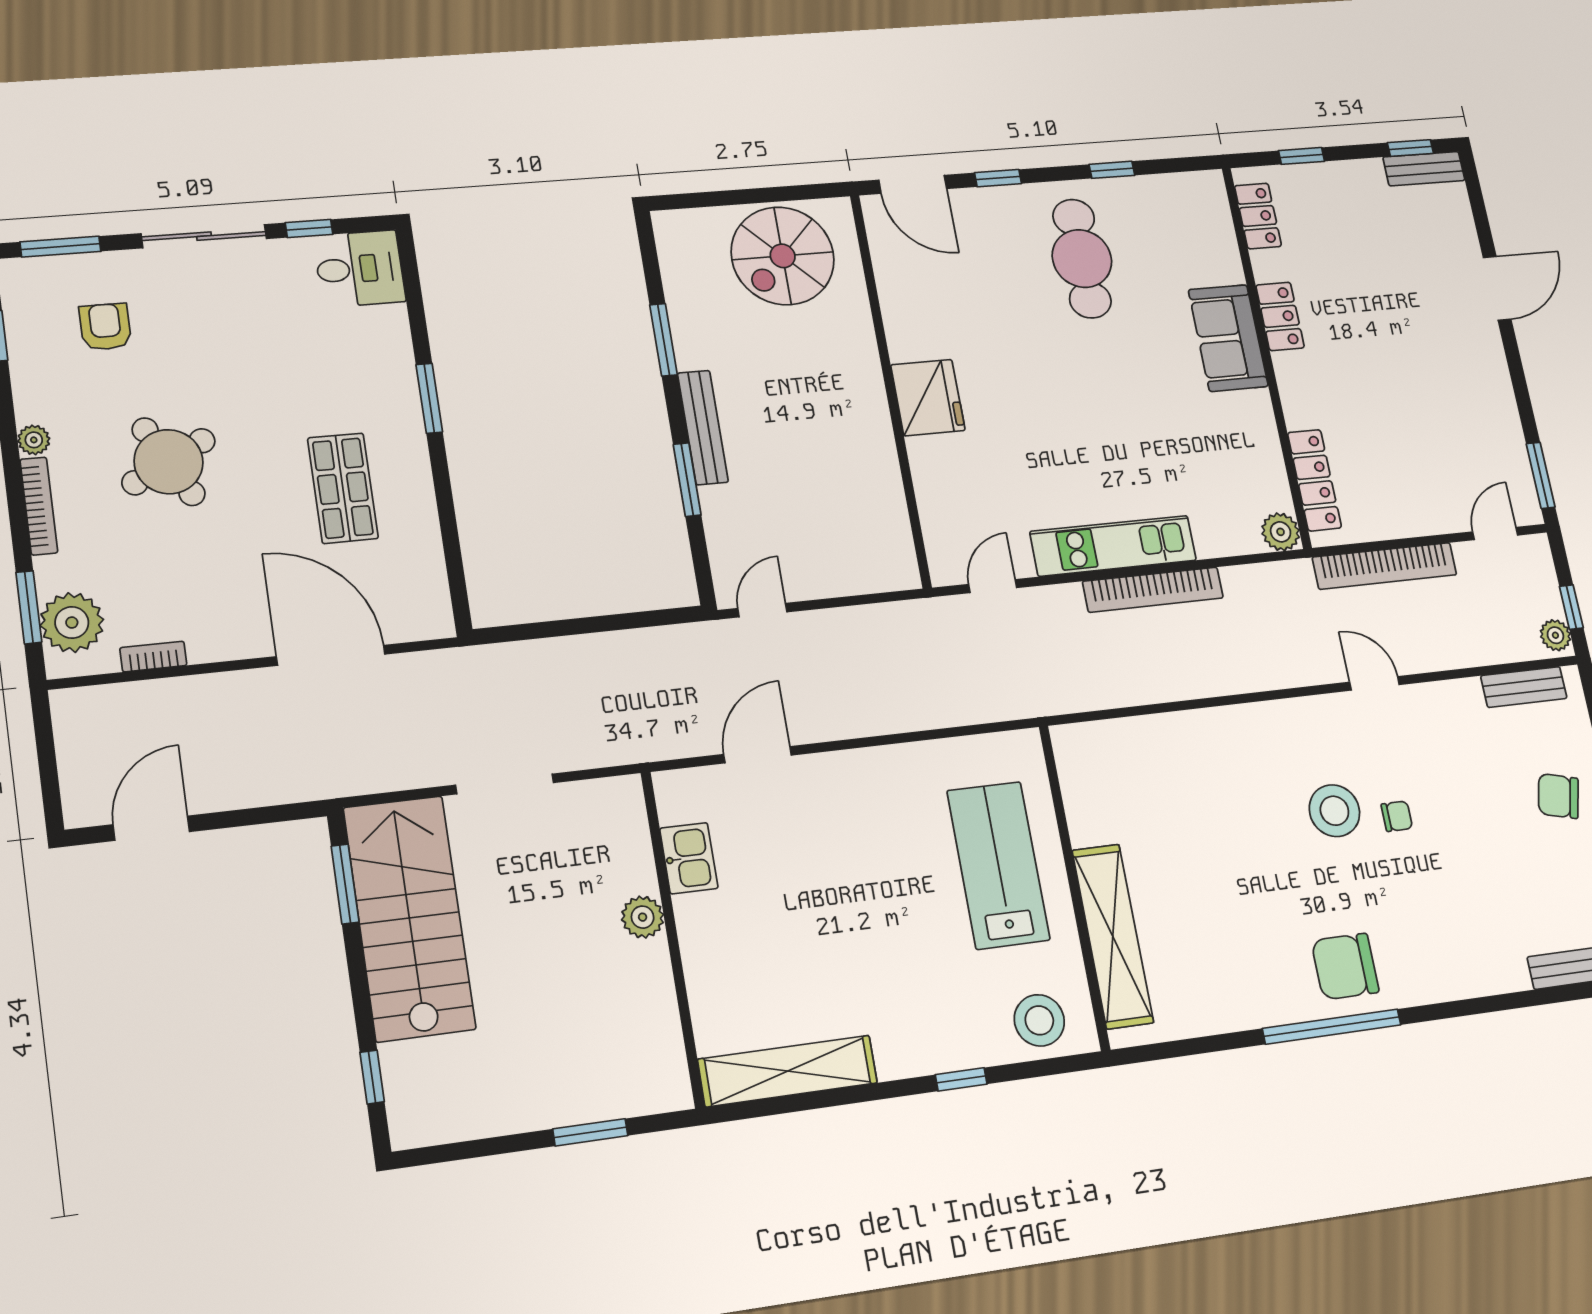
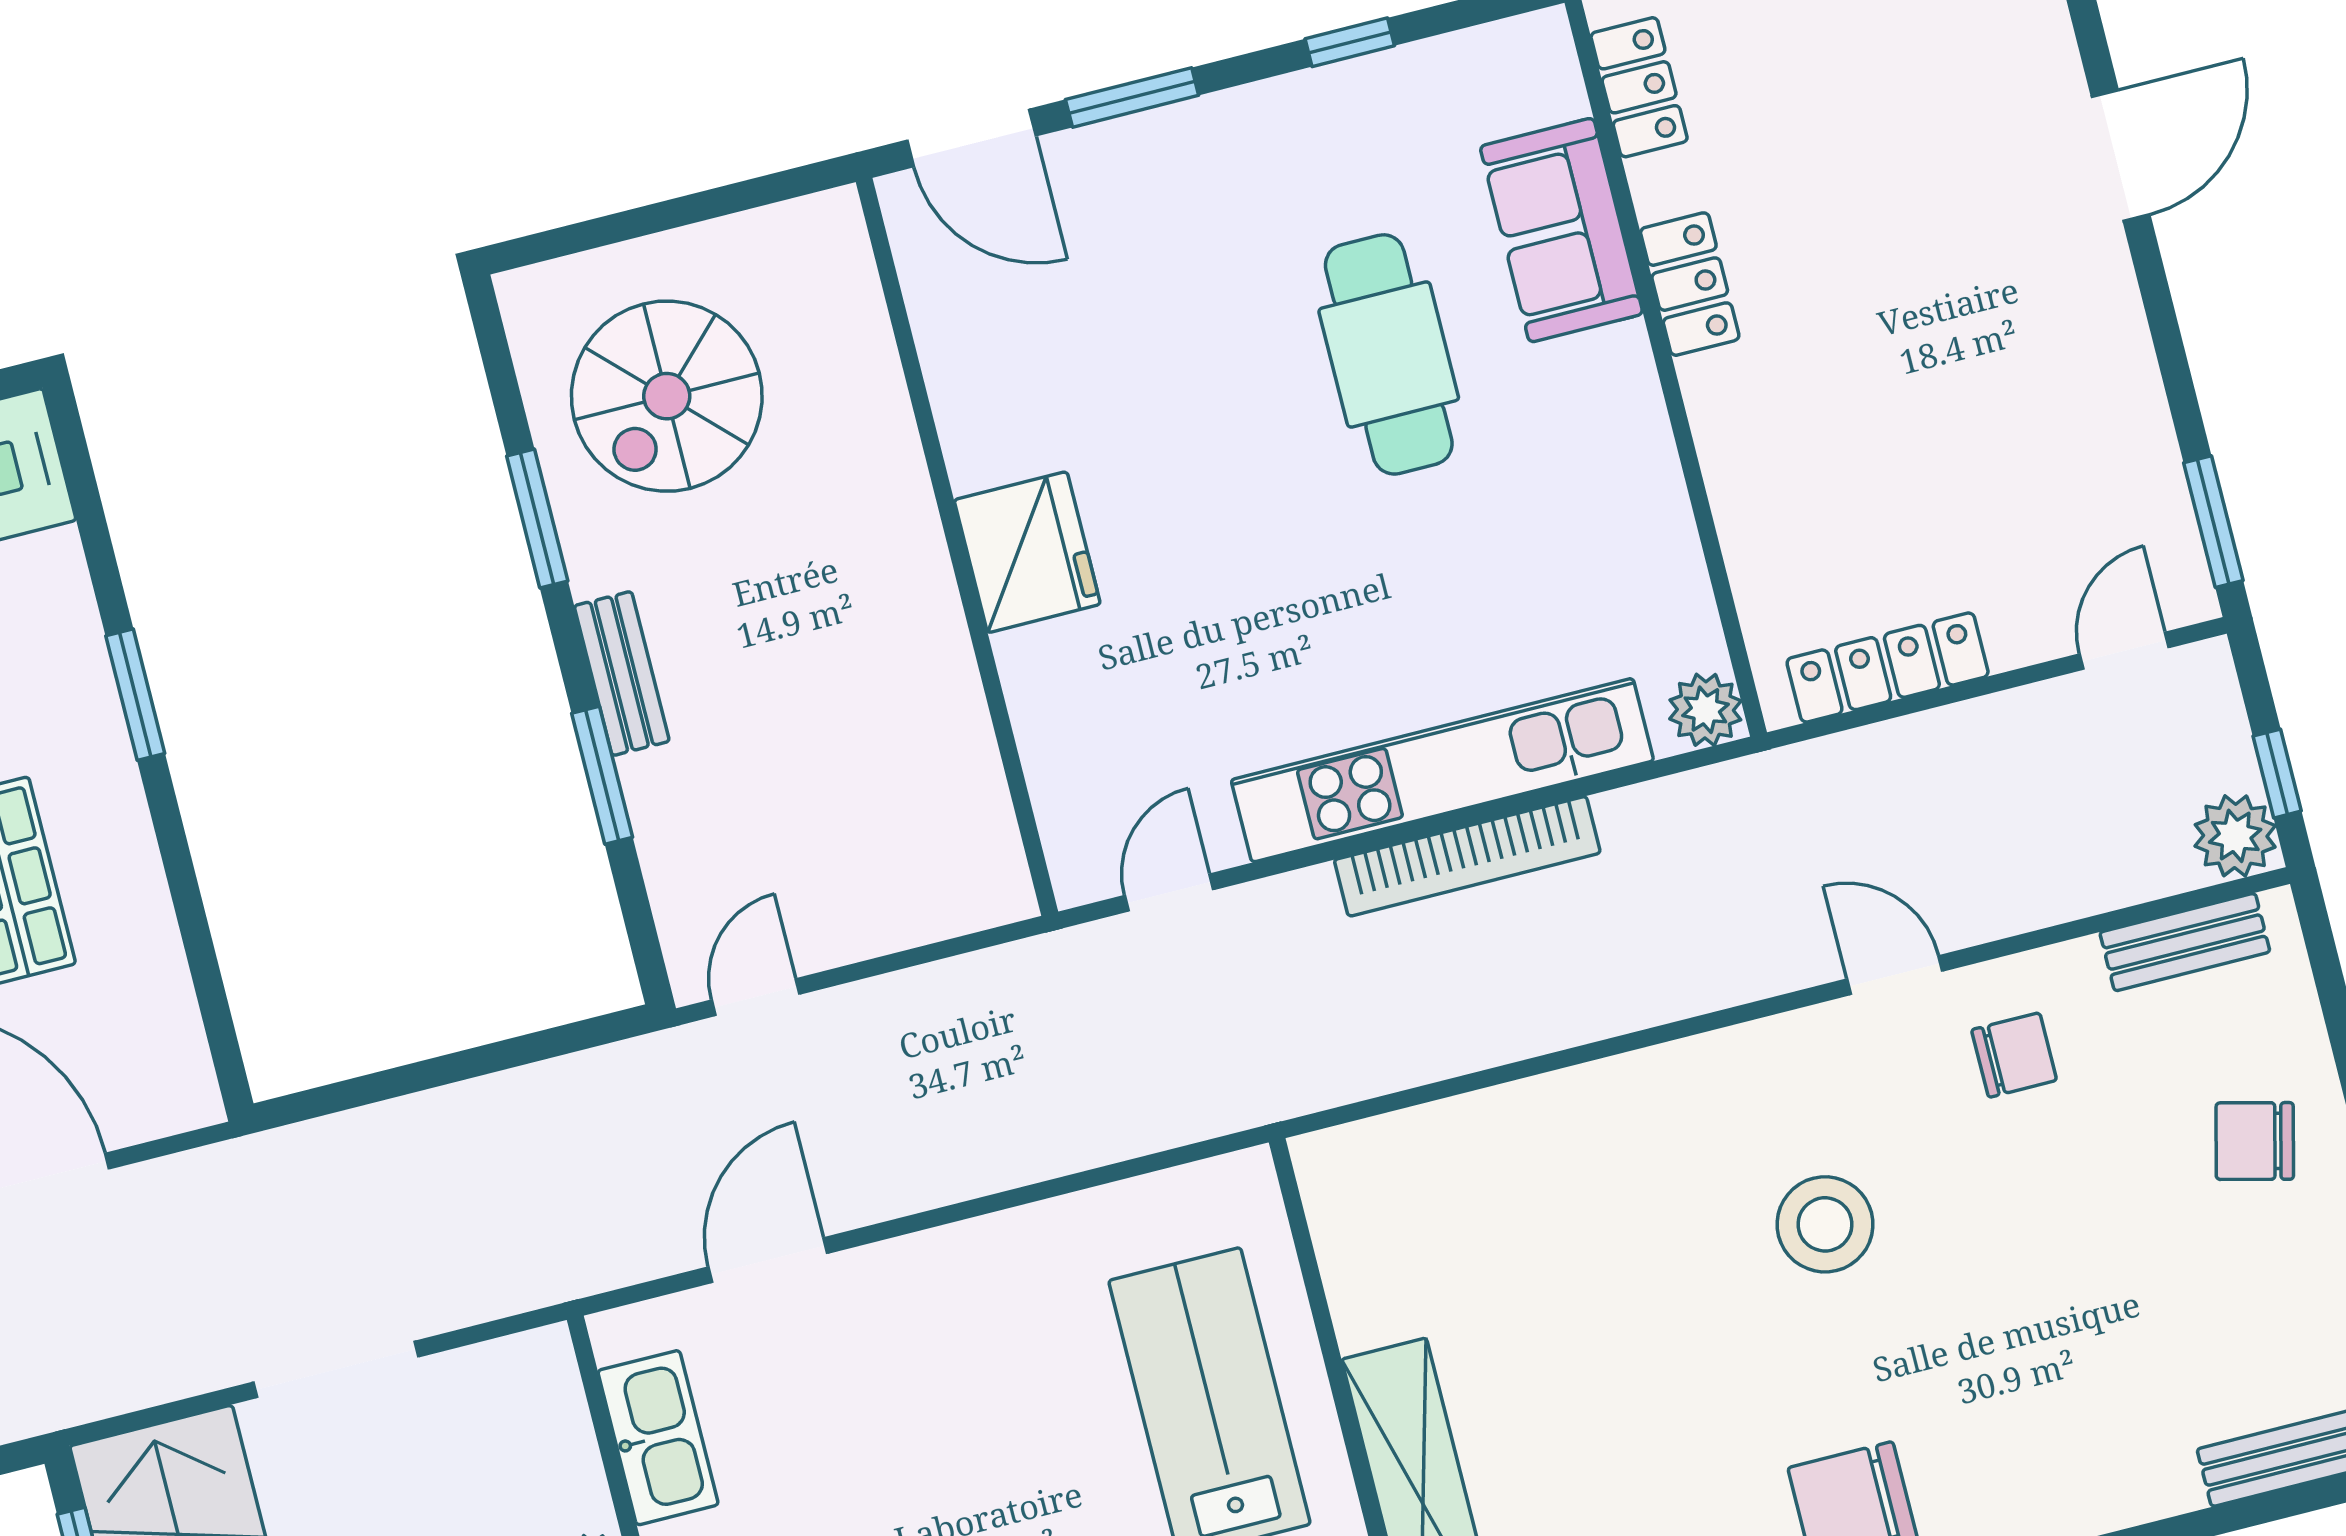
window: (998, 178) -> (1132, 97), width x1.50
spiral stairs: (783, 256) -> (667, 396), moved
cafe table: (1082, 259) -> (1389, 354), moved
sofa: (1228, 338) -> (1561, 230), moved
bench: (703, 427) -> (622, 673), width x0.73
locker: (1314, 480) -> (1888, 667), moved, turned -90
kitchen unit: (1113, 546) -> (1442, 770), width x1.36
bookcase: (1385, 566) -> (1909, 747), removed
plant: (1555, 635) -> (2235, 836), width x1.38, depth x1.38
chair: (1397, 816) -> (2014, 1055), moved, width x1.37, depth x1.37
kitchen sink: (689, 858) -> (658, 1438), width x1.38

